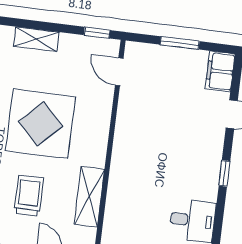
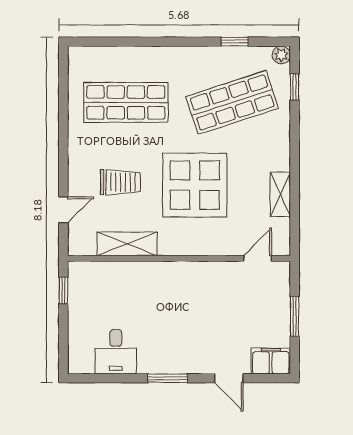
window: (97, 33) -> (295, 231), removed
shelving: (36, 39) -> (280, 194), moved
window: (224, 173) -> (168, 378), width x1.50

